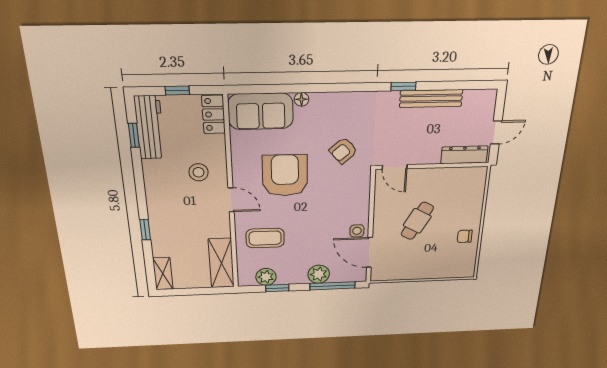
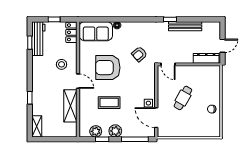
armchair: (285, 175) -> (108, 68), turned -90
coffee table: (265, 238) -> (109, 103), moved
shelving: (221, 263) -> (70, 106), moved
plant: (319, 274) -> (115, 131), moved

